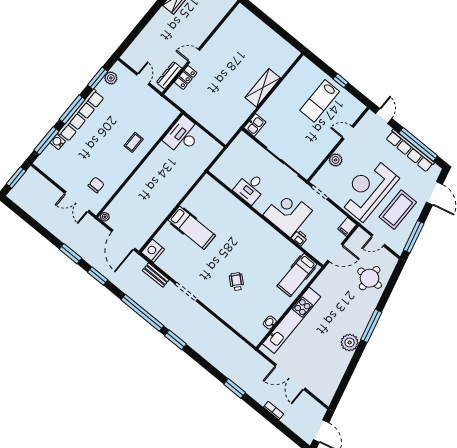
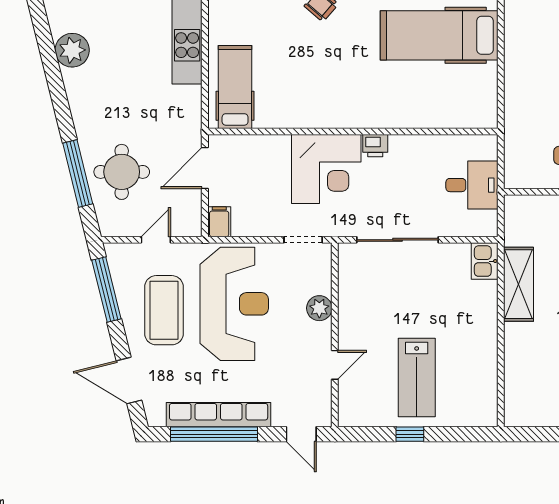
shelving: (263, 88) -> (519, 284), moved
lab bench: (320, 101) -> (417, 378), turned 180
desk: (250, 188) -> (472, 185), moved, turned 90
hospital bed: (192, 228) -> (439, 35), width x1.37, depth x1.29
printer: (299, 238) -> (375, 146), moved
window: (371, 326) -> (78, 174), moved

